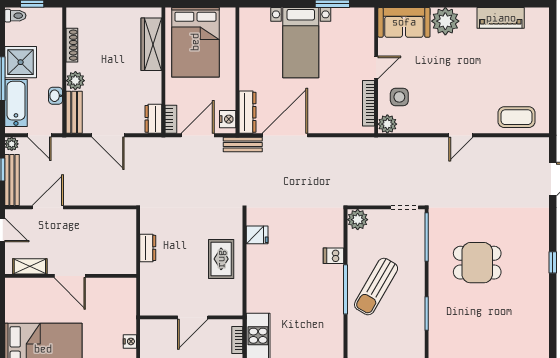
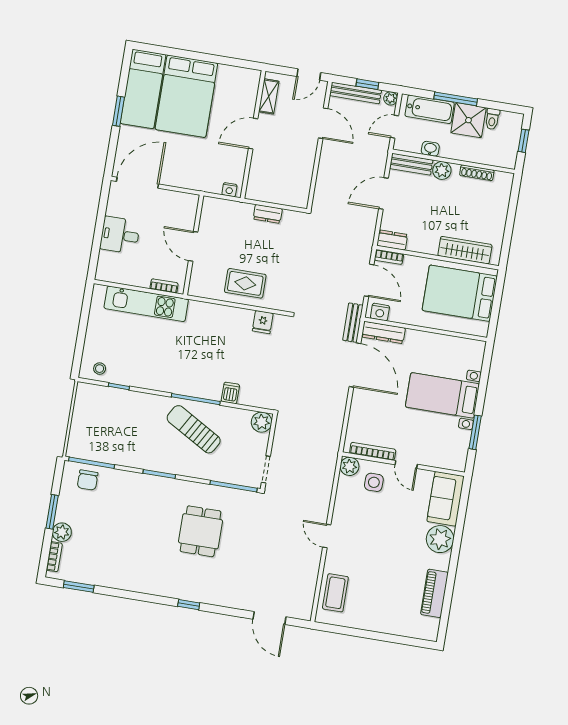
toilet: (15, 16) -> (492, 119), moved
nightstand: (130, 341) -> (229, 190), moved

